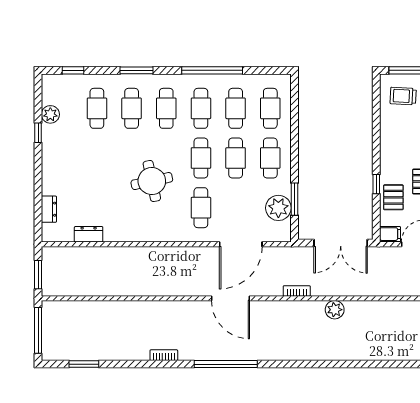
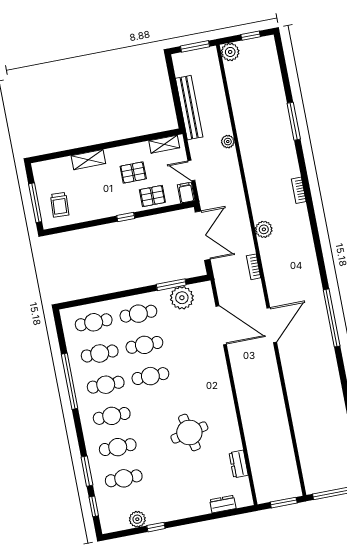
window: (137, 70) -> (87, 471), moved
round table: (152, 181) -> (189, 433), moved
window: (376, 184) -> (126, 217), moved
cafe table: (201, 208) -> (195, 367), removed
bookcase: (164, 355) -> (299, 190), moved

